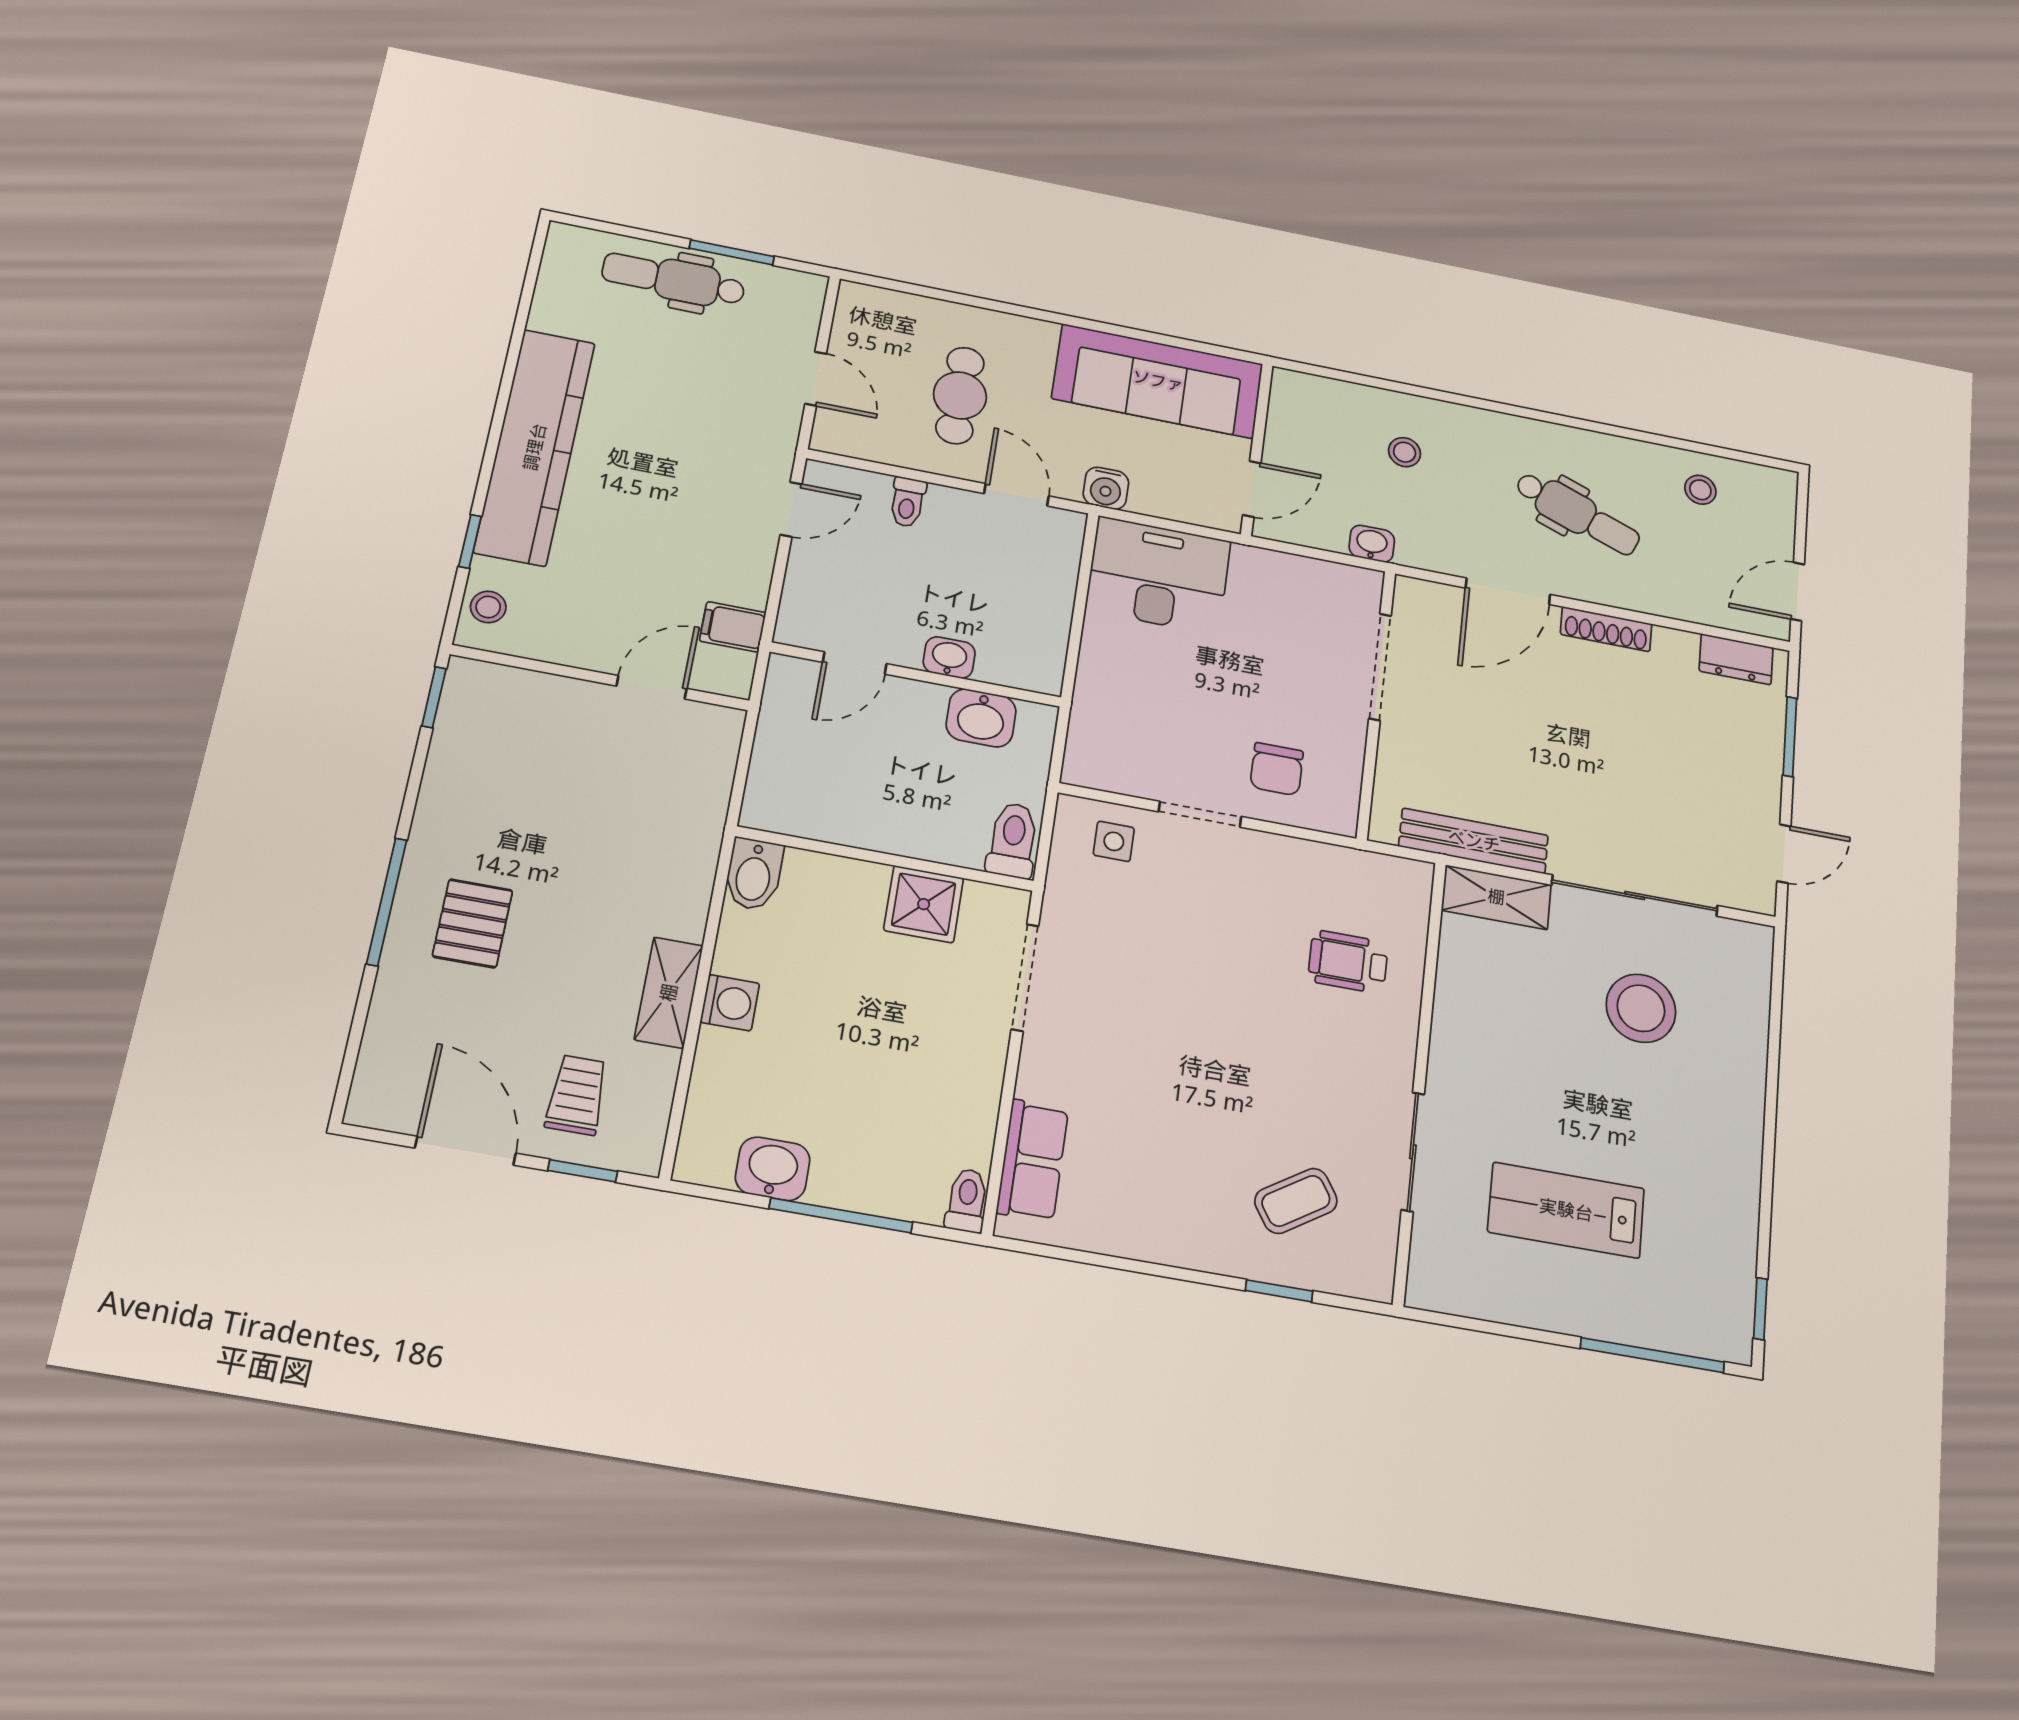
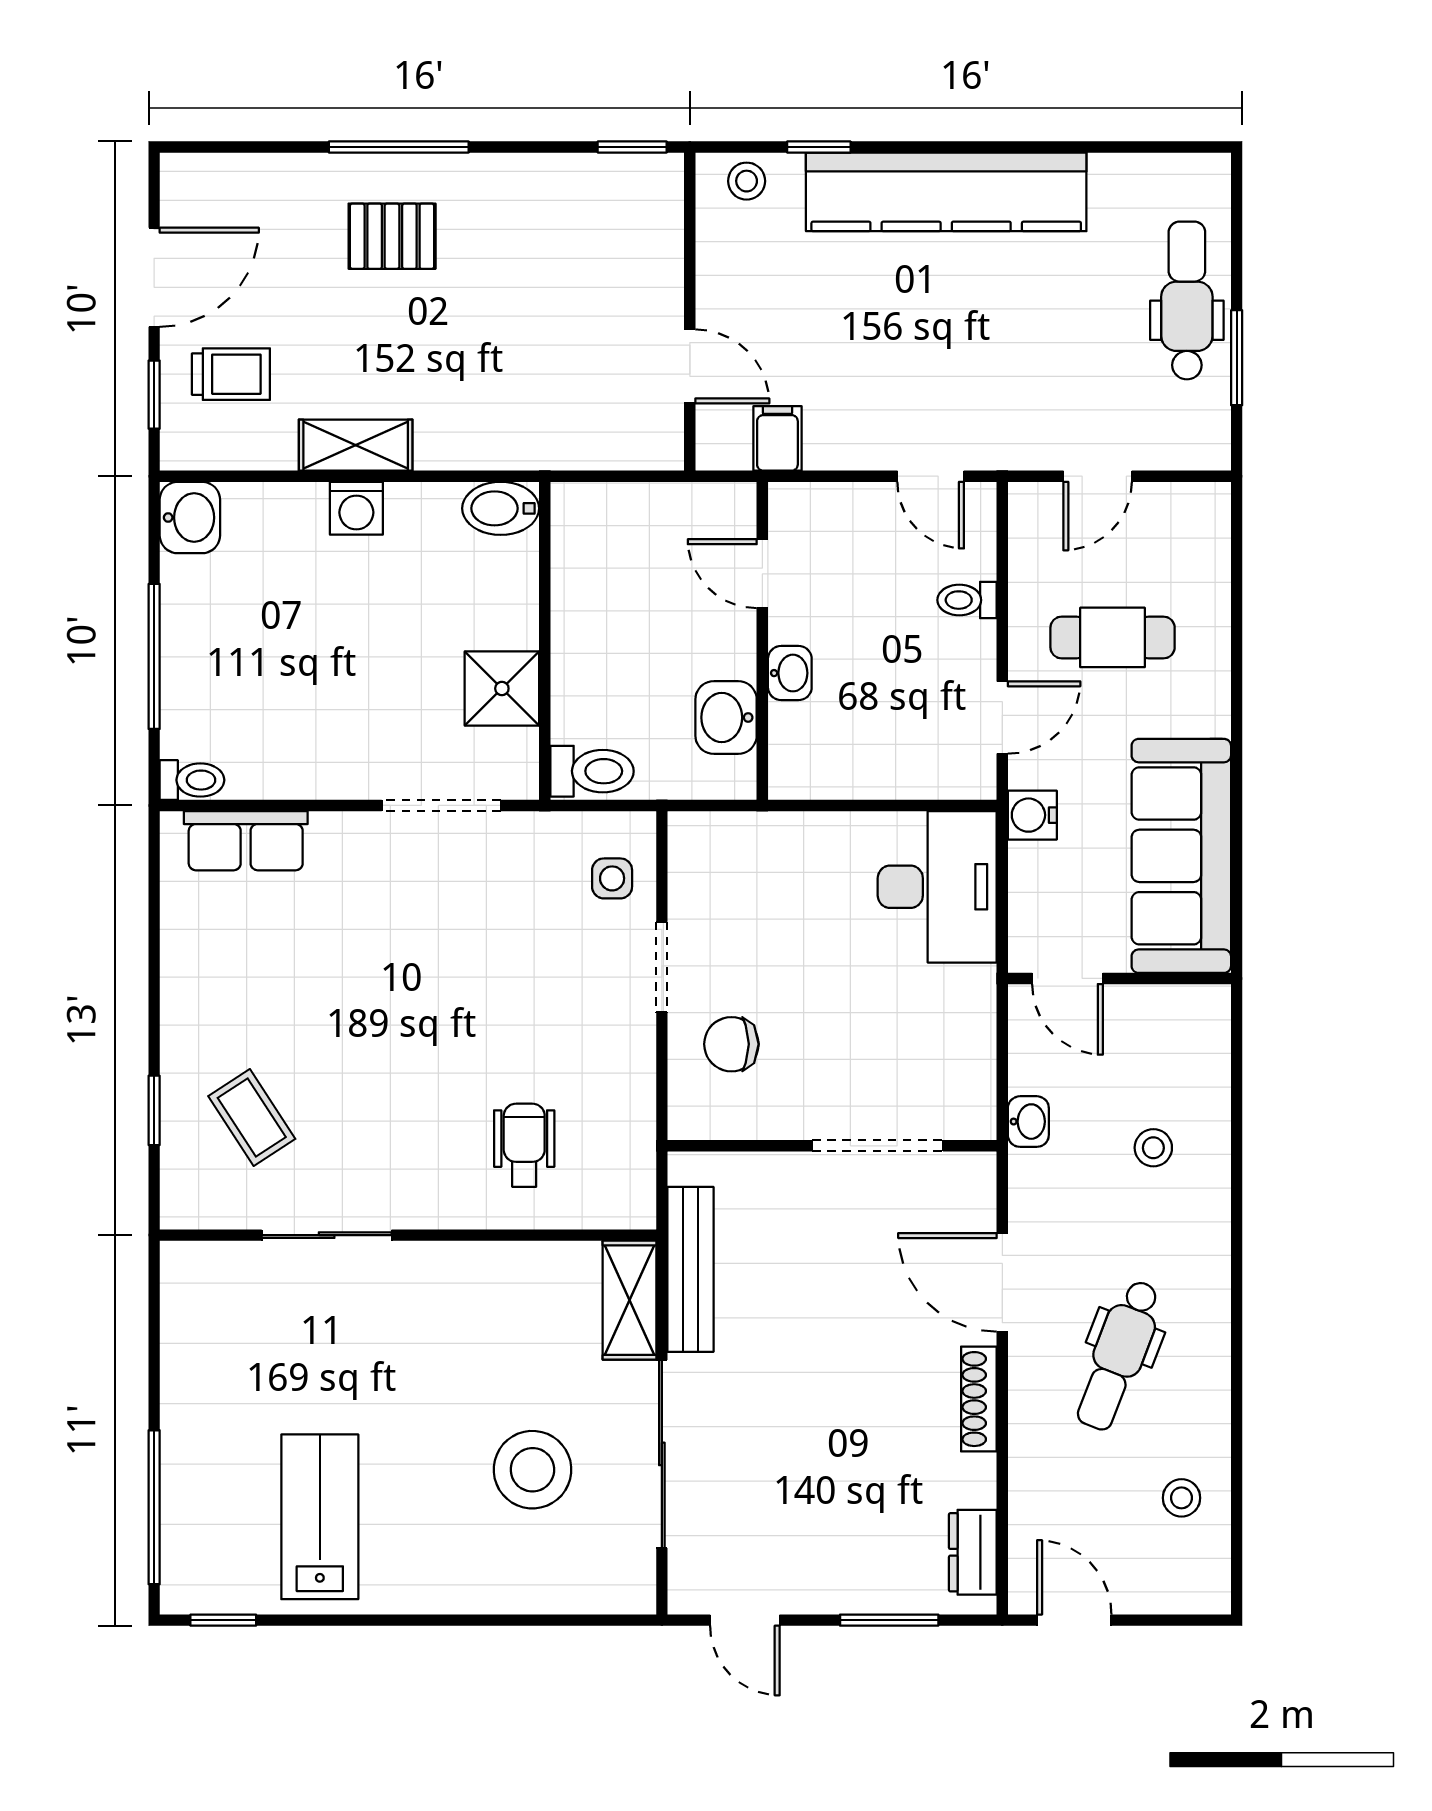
washbasin: (773, 1169) -> (190, 518), moved
lab bench: (1566, 1210) -> (320, 1517), moved

